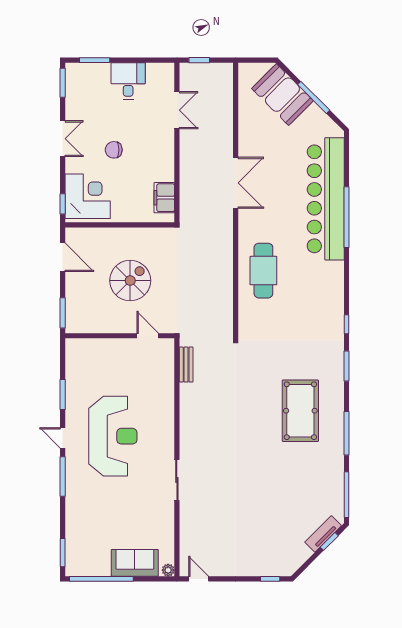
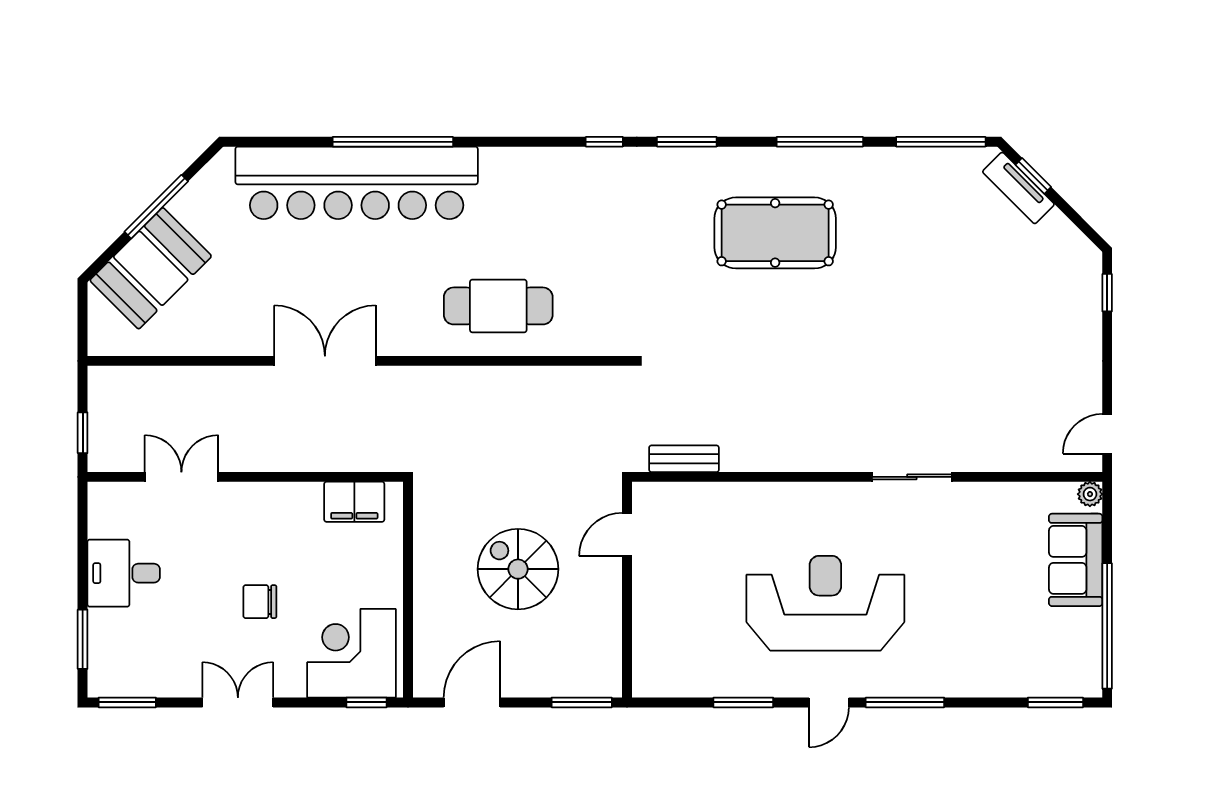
chair: (114, 150) -> (260, 602), turned 90

